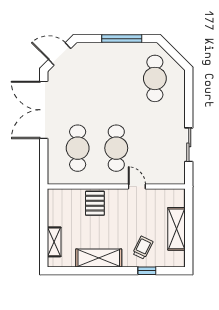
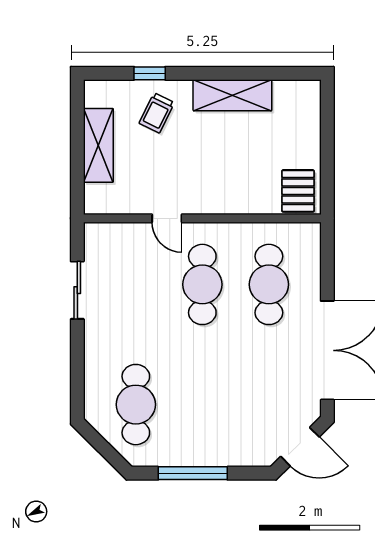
pallet: (95, 203) -> (298, 191), moved
shelving: (54, 242) -> (309, 123), removed

